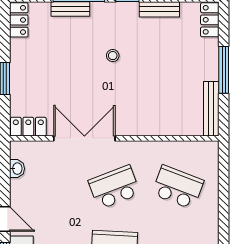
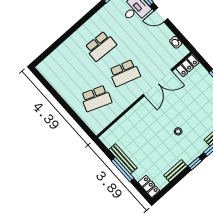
bench: (211, 109) -> (123, 159), moved
school desk: (114, 187) -> (125, 73), turned 39

